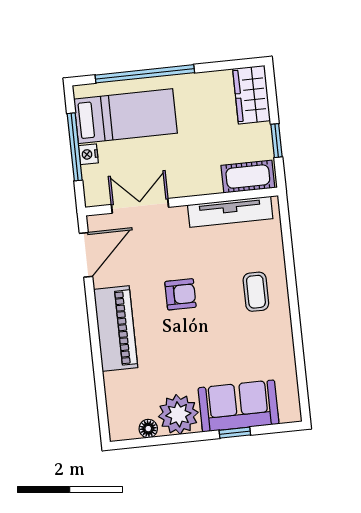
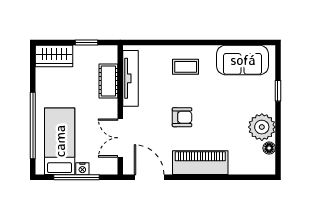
cot: (248, 177) -> (108, 81), moved
armchair: (180, 294) -> (182, 117), turned 90
sofa: (238, 406) -> (243, 60), moved, turned -90

